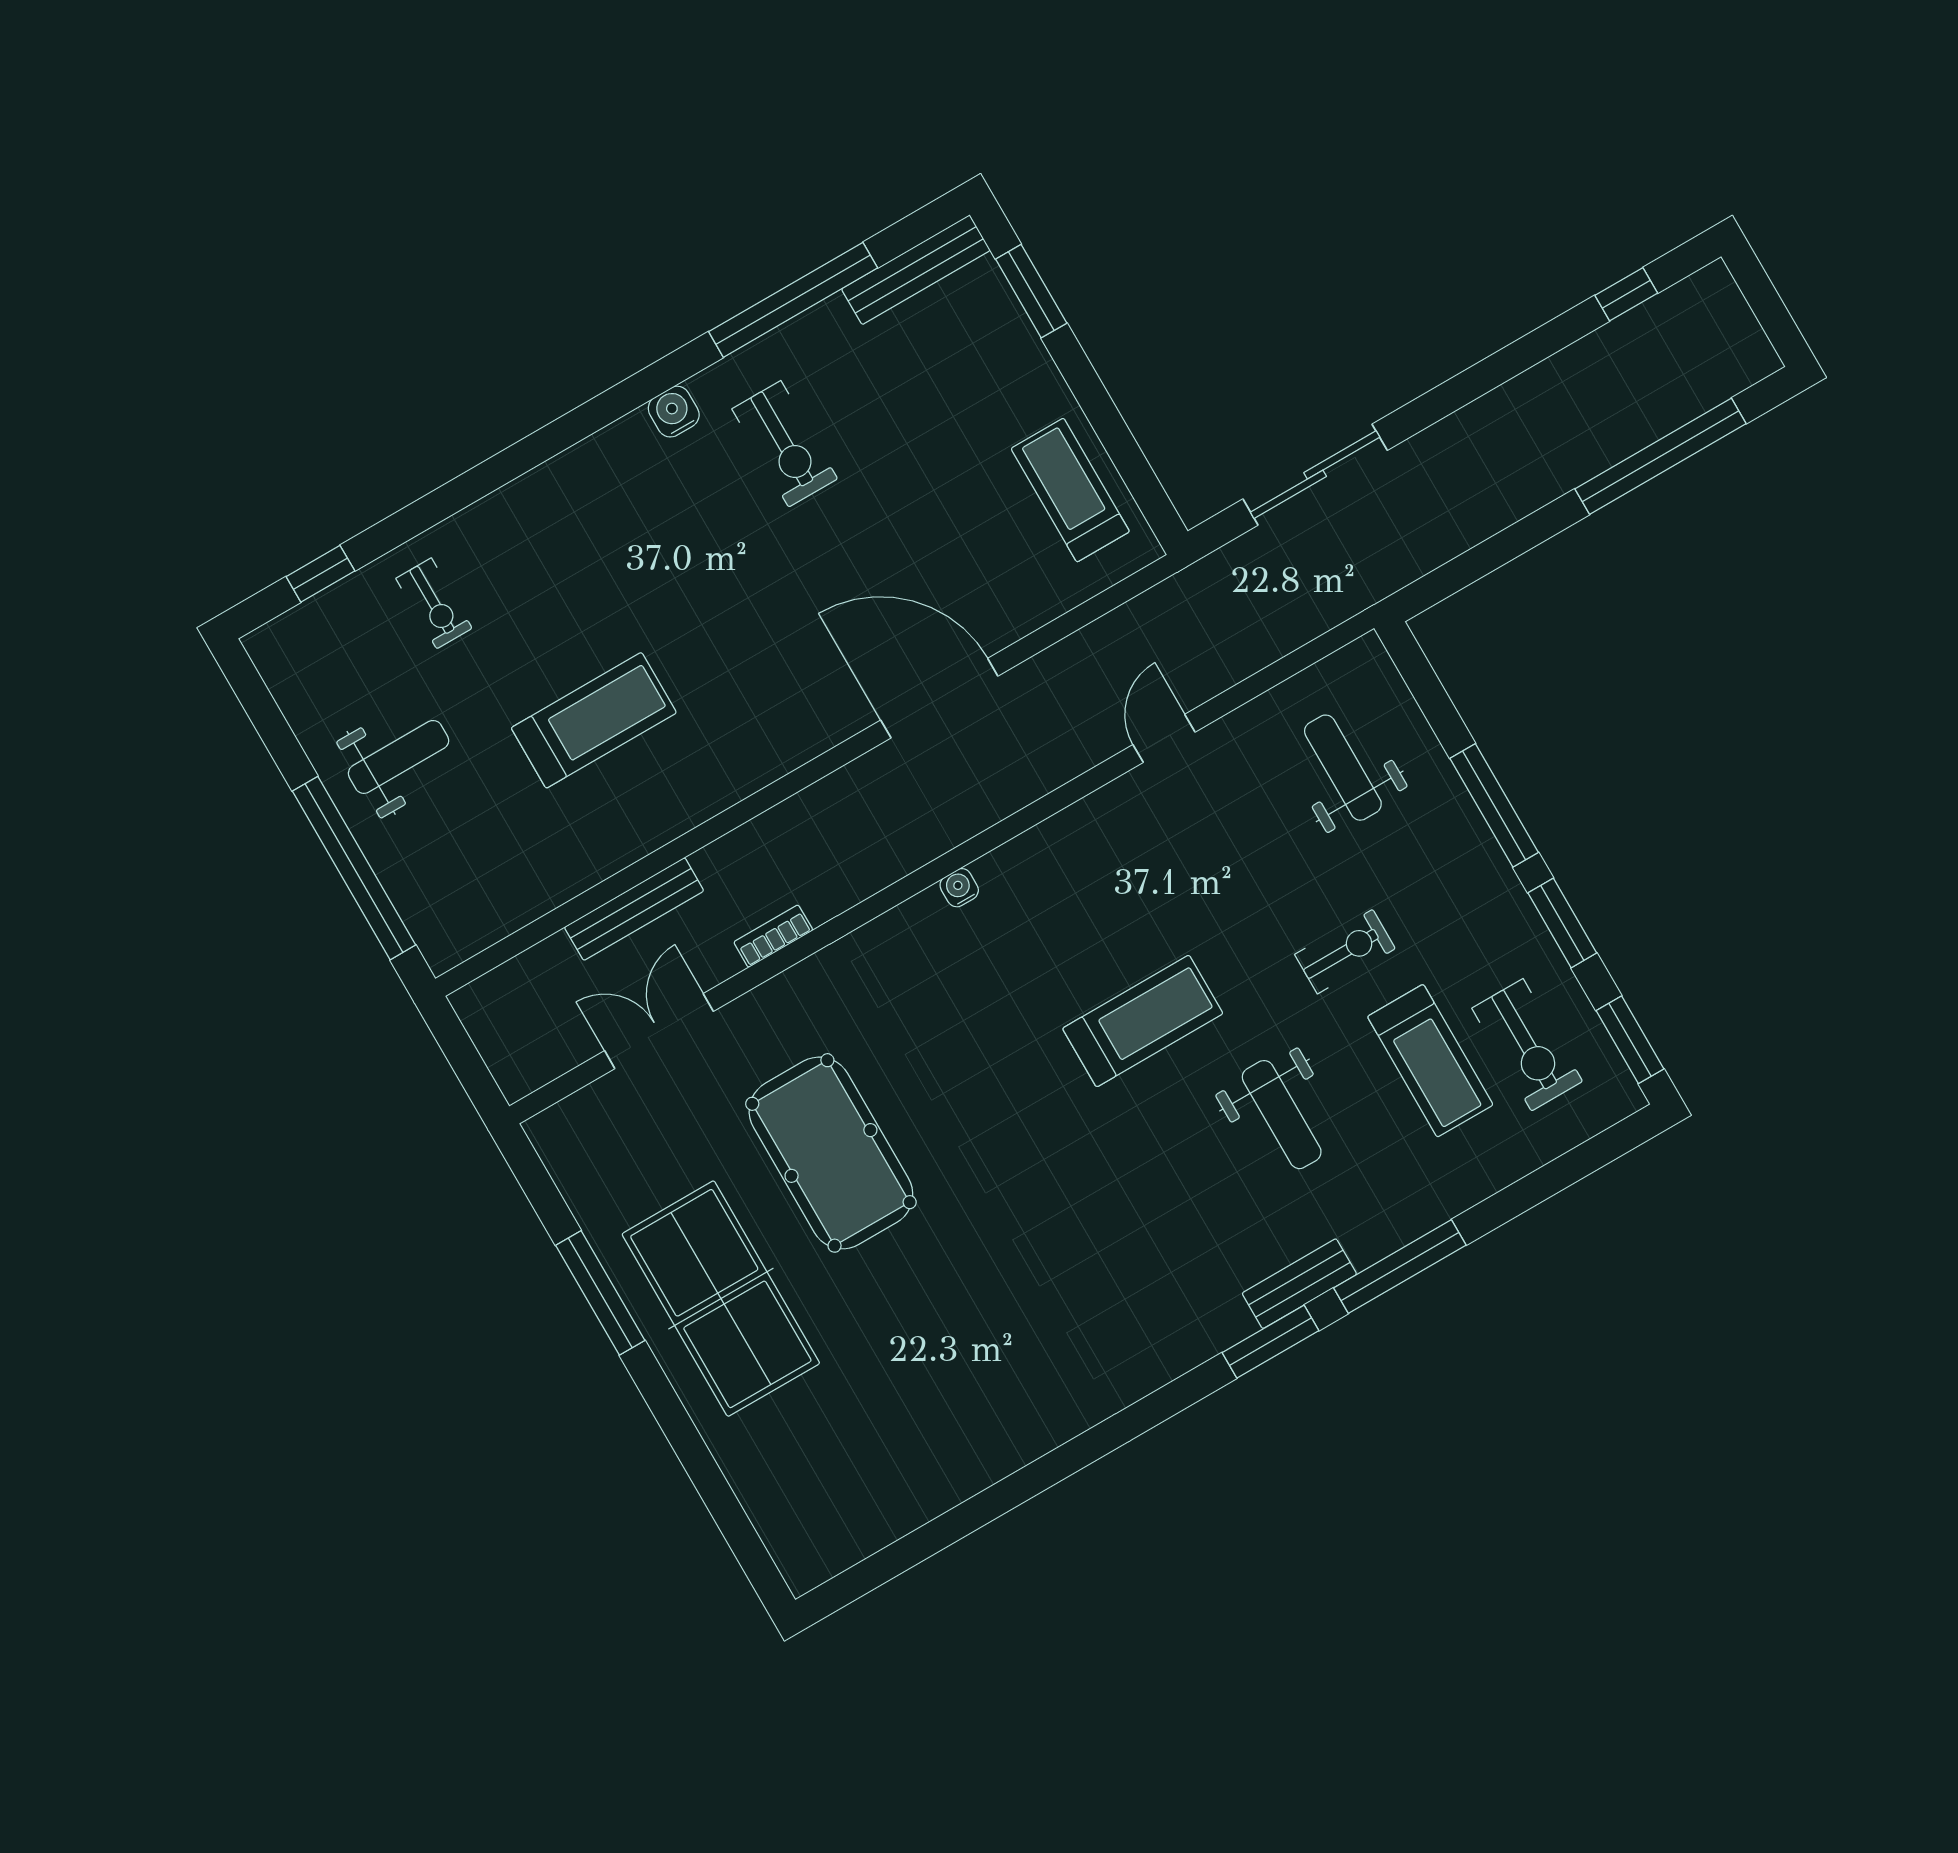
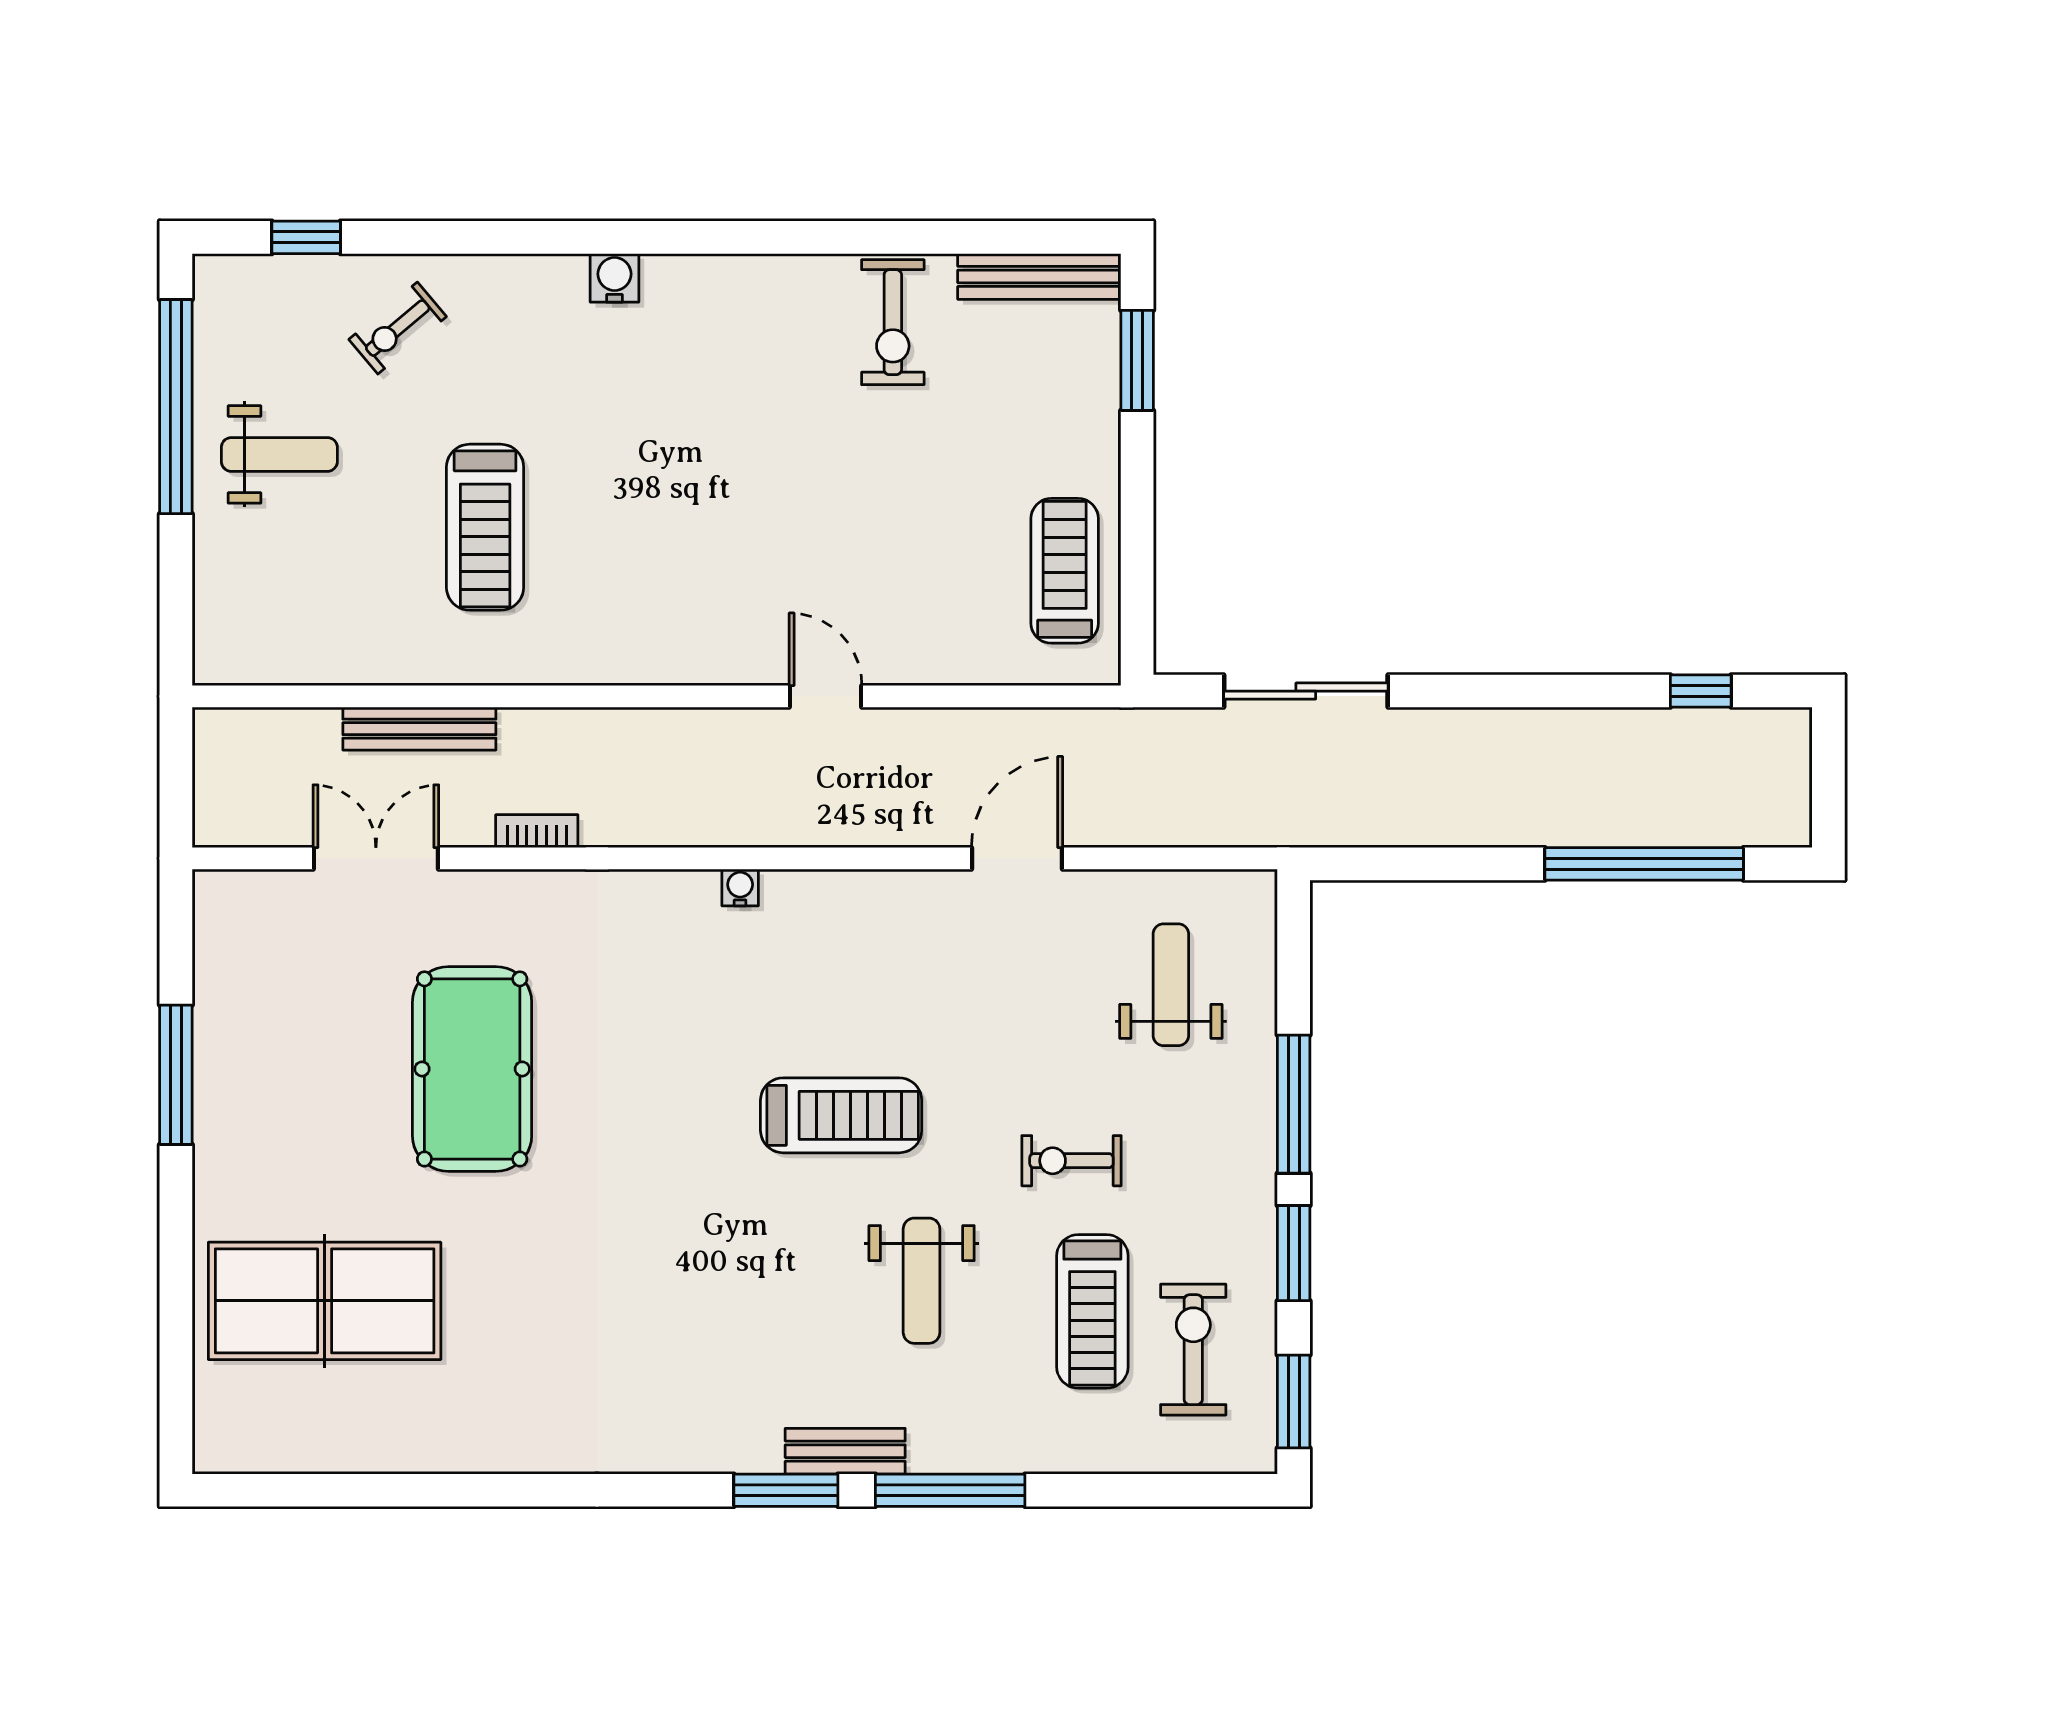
window: (793, 300) -> (906, 237), removed
water cooler: (674, 412) -> (615, 278), moved
exercise bike: (785, 444) -> (893, 322), moved
exercise bike: (434, 603) -> (398, 328), turned 50
door: (939, 698) -> (826, 696), width x0.53
treadmill: (594, 720) -> (485, 527), turned 90
door: (1164, 738) -> (1017, 858), width x1.38
window: (354, 868) -> (176, 407), moved
exercise bike: (1345, 952) -> (1071, 1161), turned 180
exercise bike: (1527, 1045) -> (1193, 1350), turned 180
table tennis table: (721, 1299) -> (325, 1301), moved, turned 90

